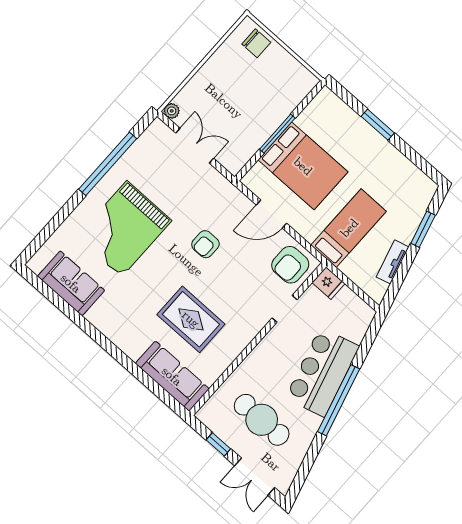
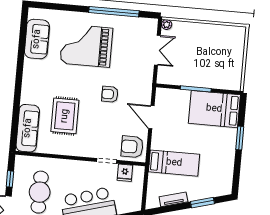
chair: (256, 43) -> (235, 43), removed
bed: (303, 166) -> (214, 109), moved, turned 90
fridge: (328, 283) -> (125, 173), moved

